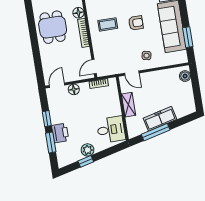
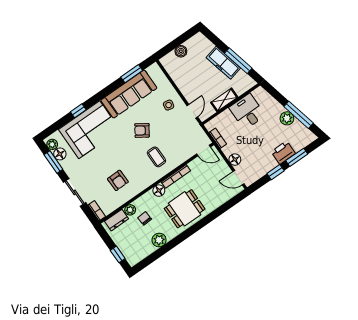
armchair: (136, 23) -> (142, 130), turned -57
boiler: (185, 76) -> (181, 51), moved
desk: (111, 130) -> (247, 112), moved
window: (86, 161) -> (299, 115), width x2.17

